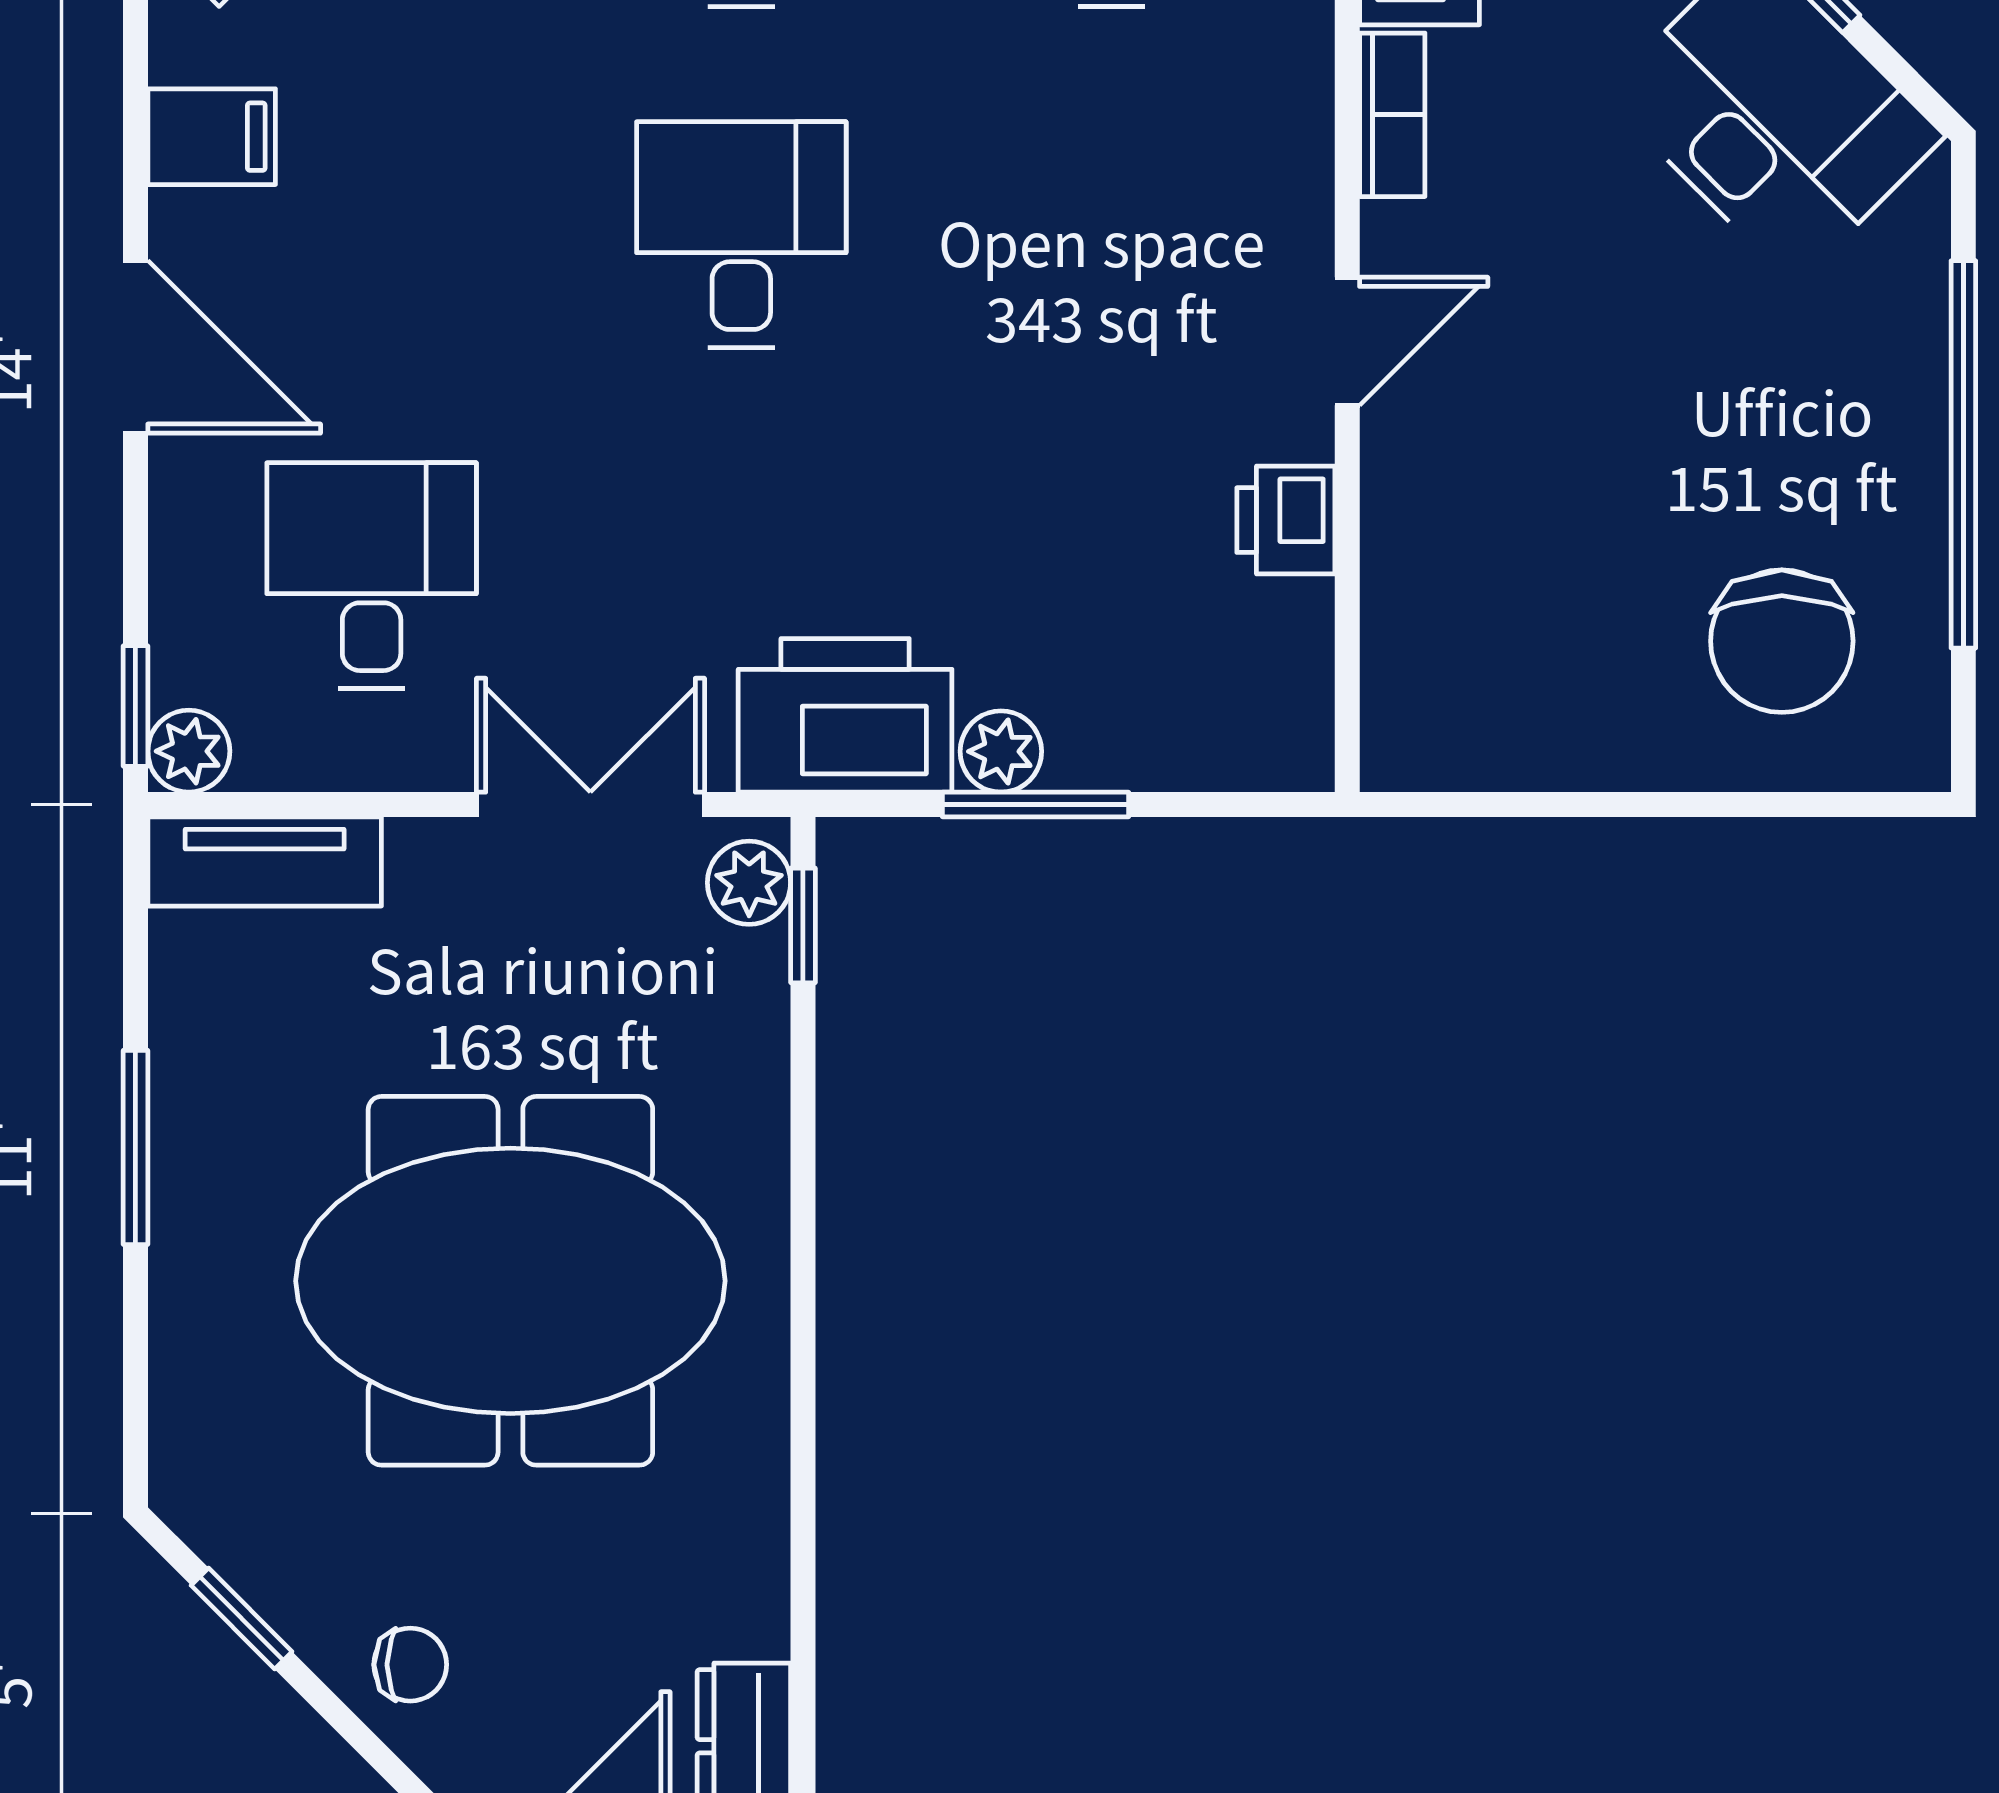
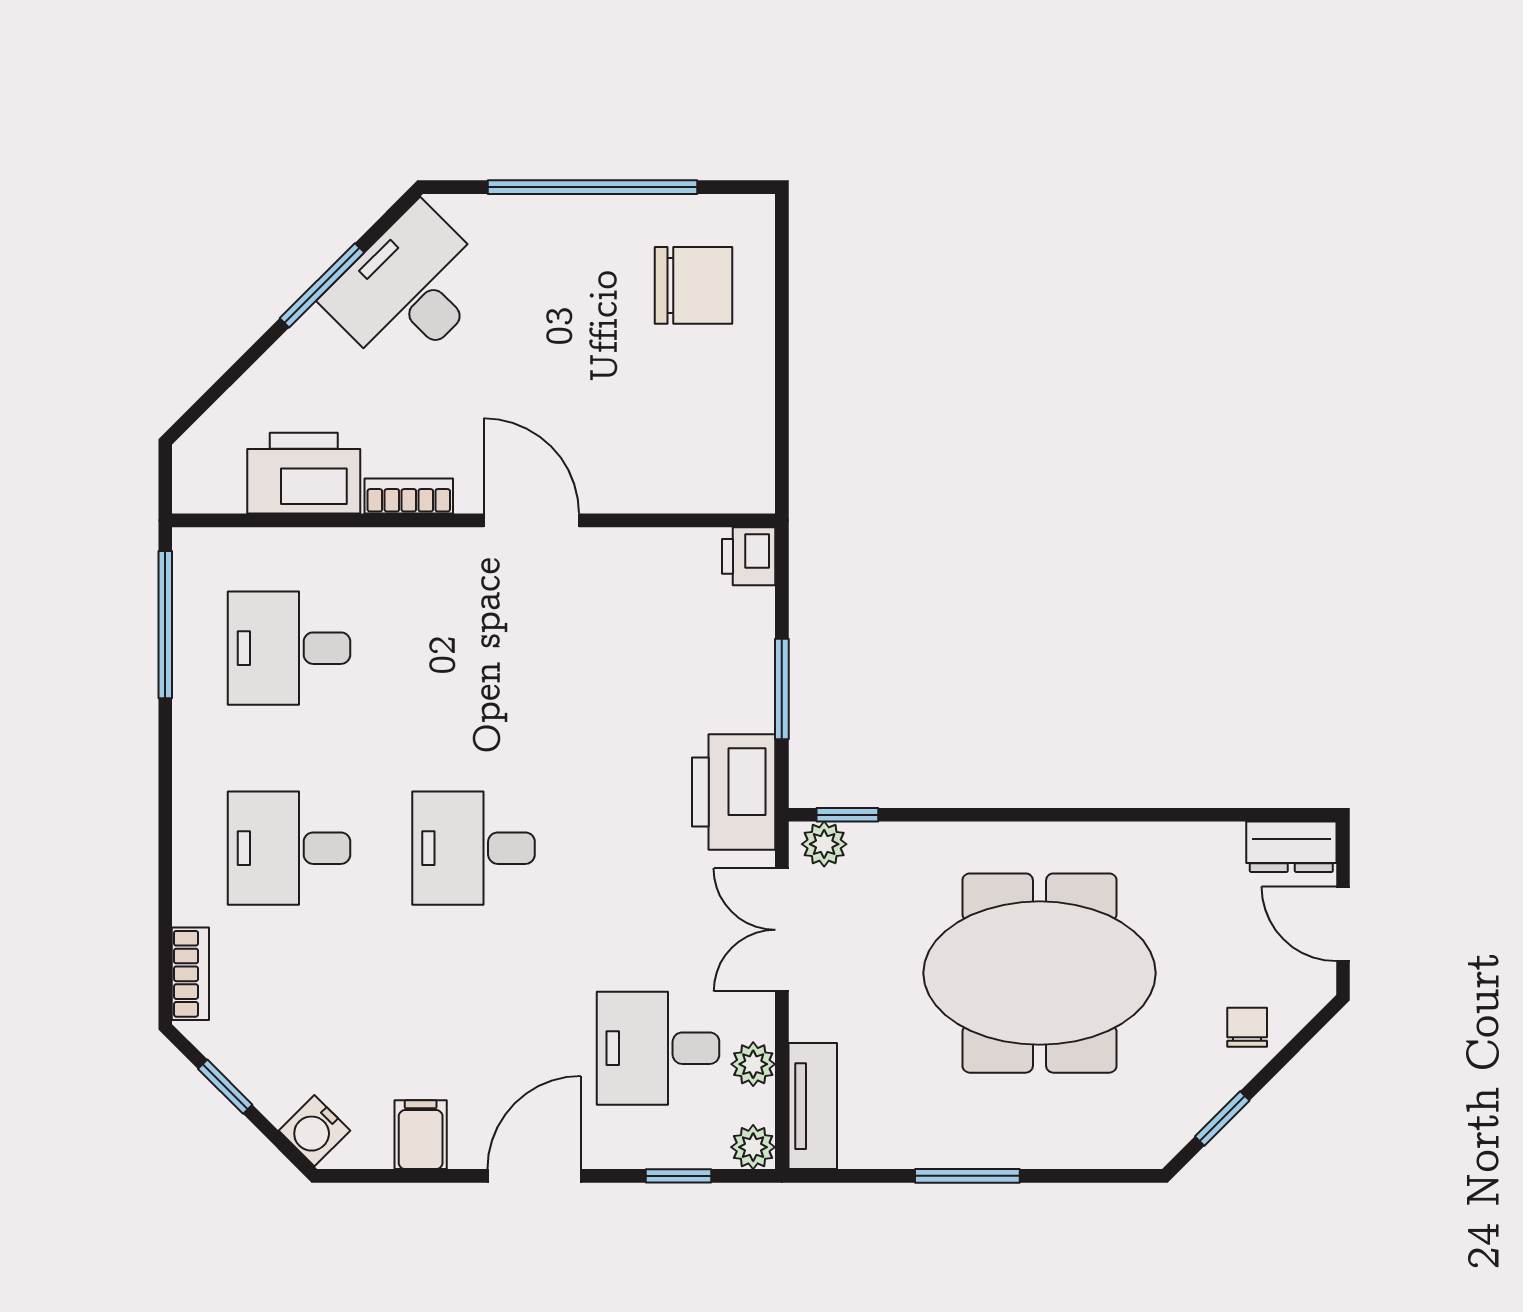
door: (1347, 341) -> (531, 520), width x1.38
printer: (1286, 520) -> (749, 556), moved, turned 90
window: (135, 706) -> (679, 1176), moved
plant: (1001, 751) -> (753, 1064), moved
meeting table: (510, 1281) -> (1040, 973), turned 90

